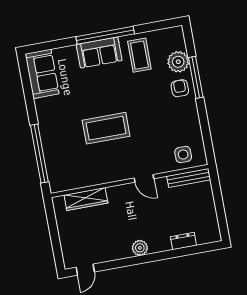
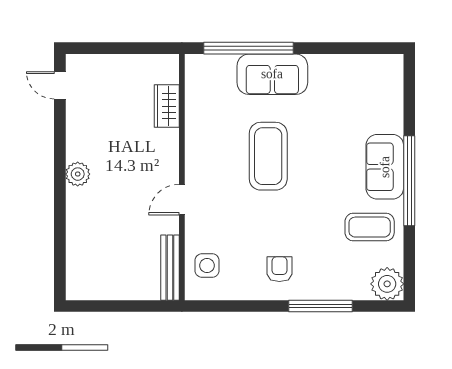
plant: (178, 62) -> (387, 284), moved
sofa: (42, 74) -> (272, 74), moved
armchair: (180, 88) -> (279, 269), moved, turned -90
wardrobe: (86, 199) -> (167, 106), width x0.67
dresser: (183, 241) -> (76, 242), removed

